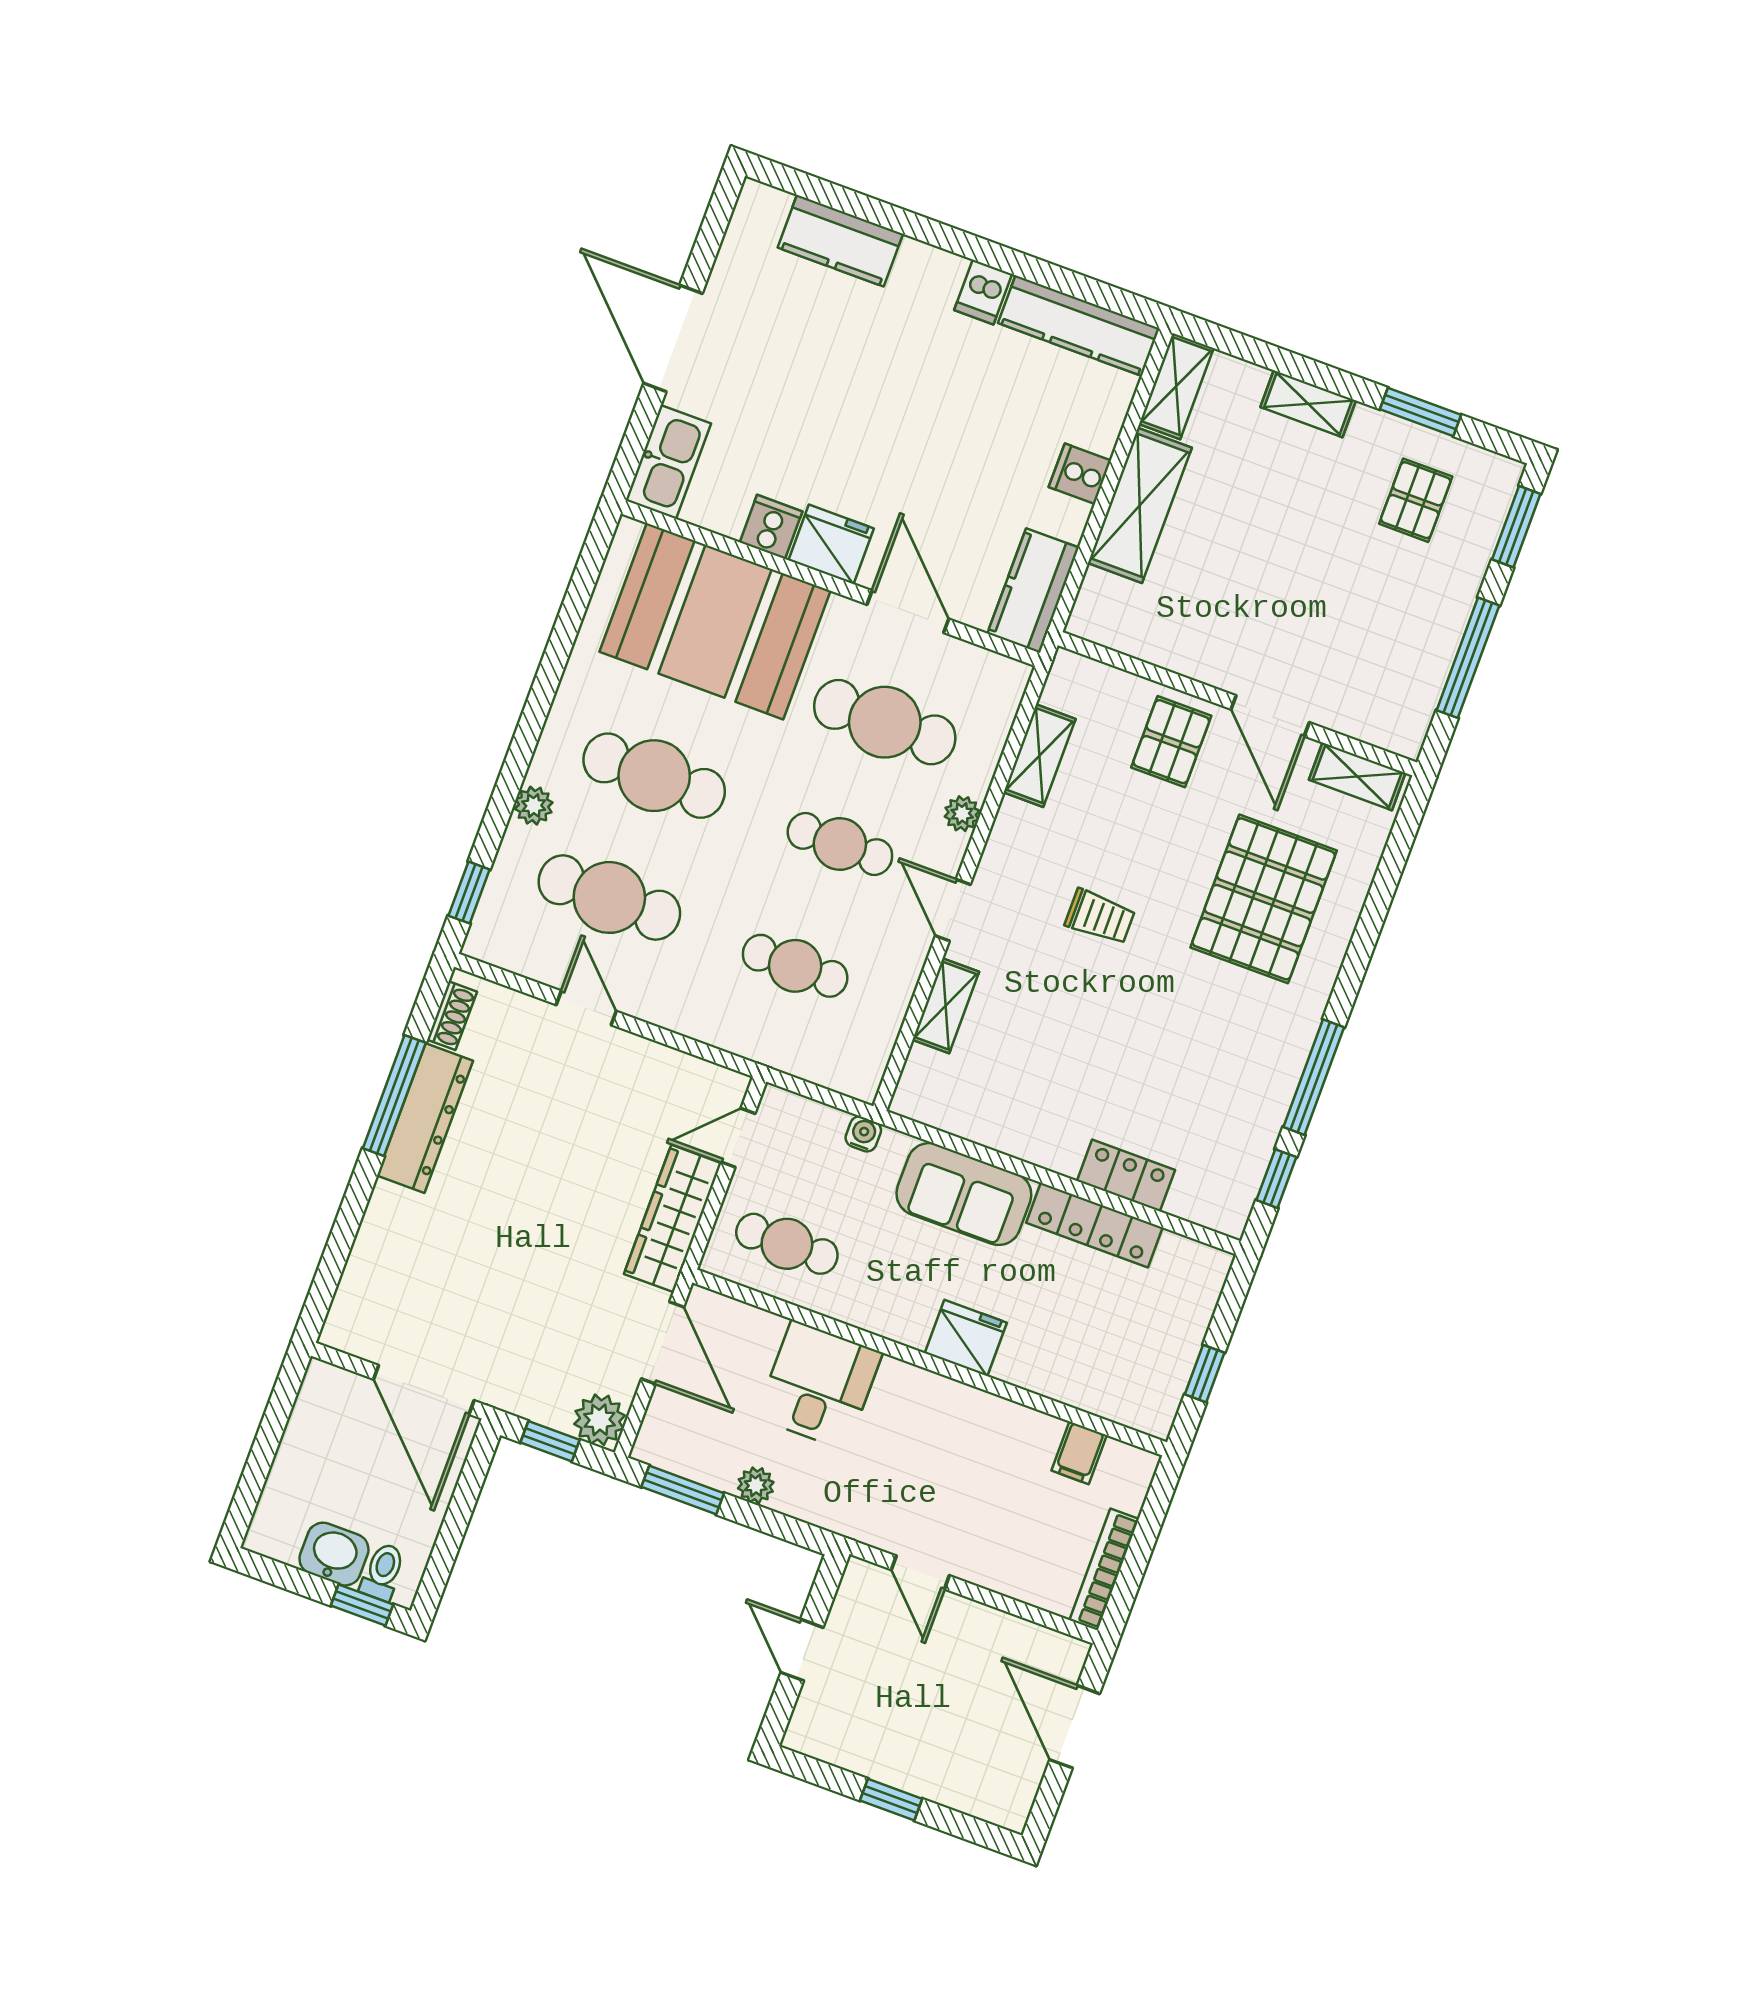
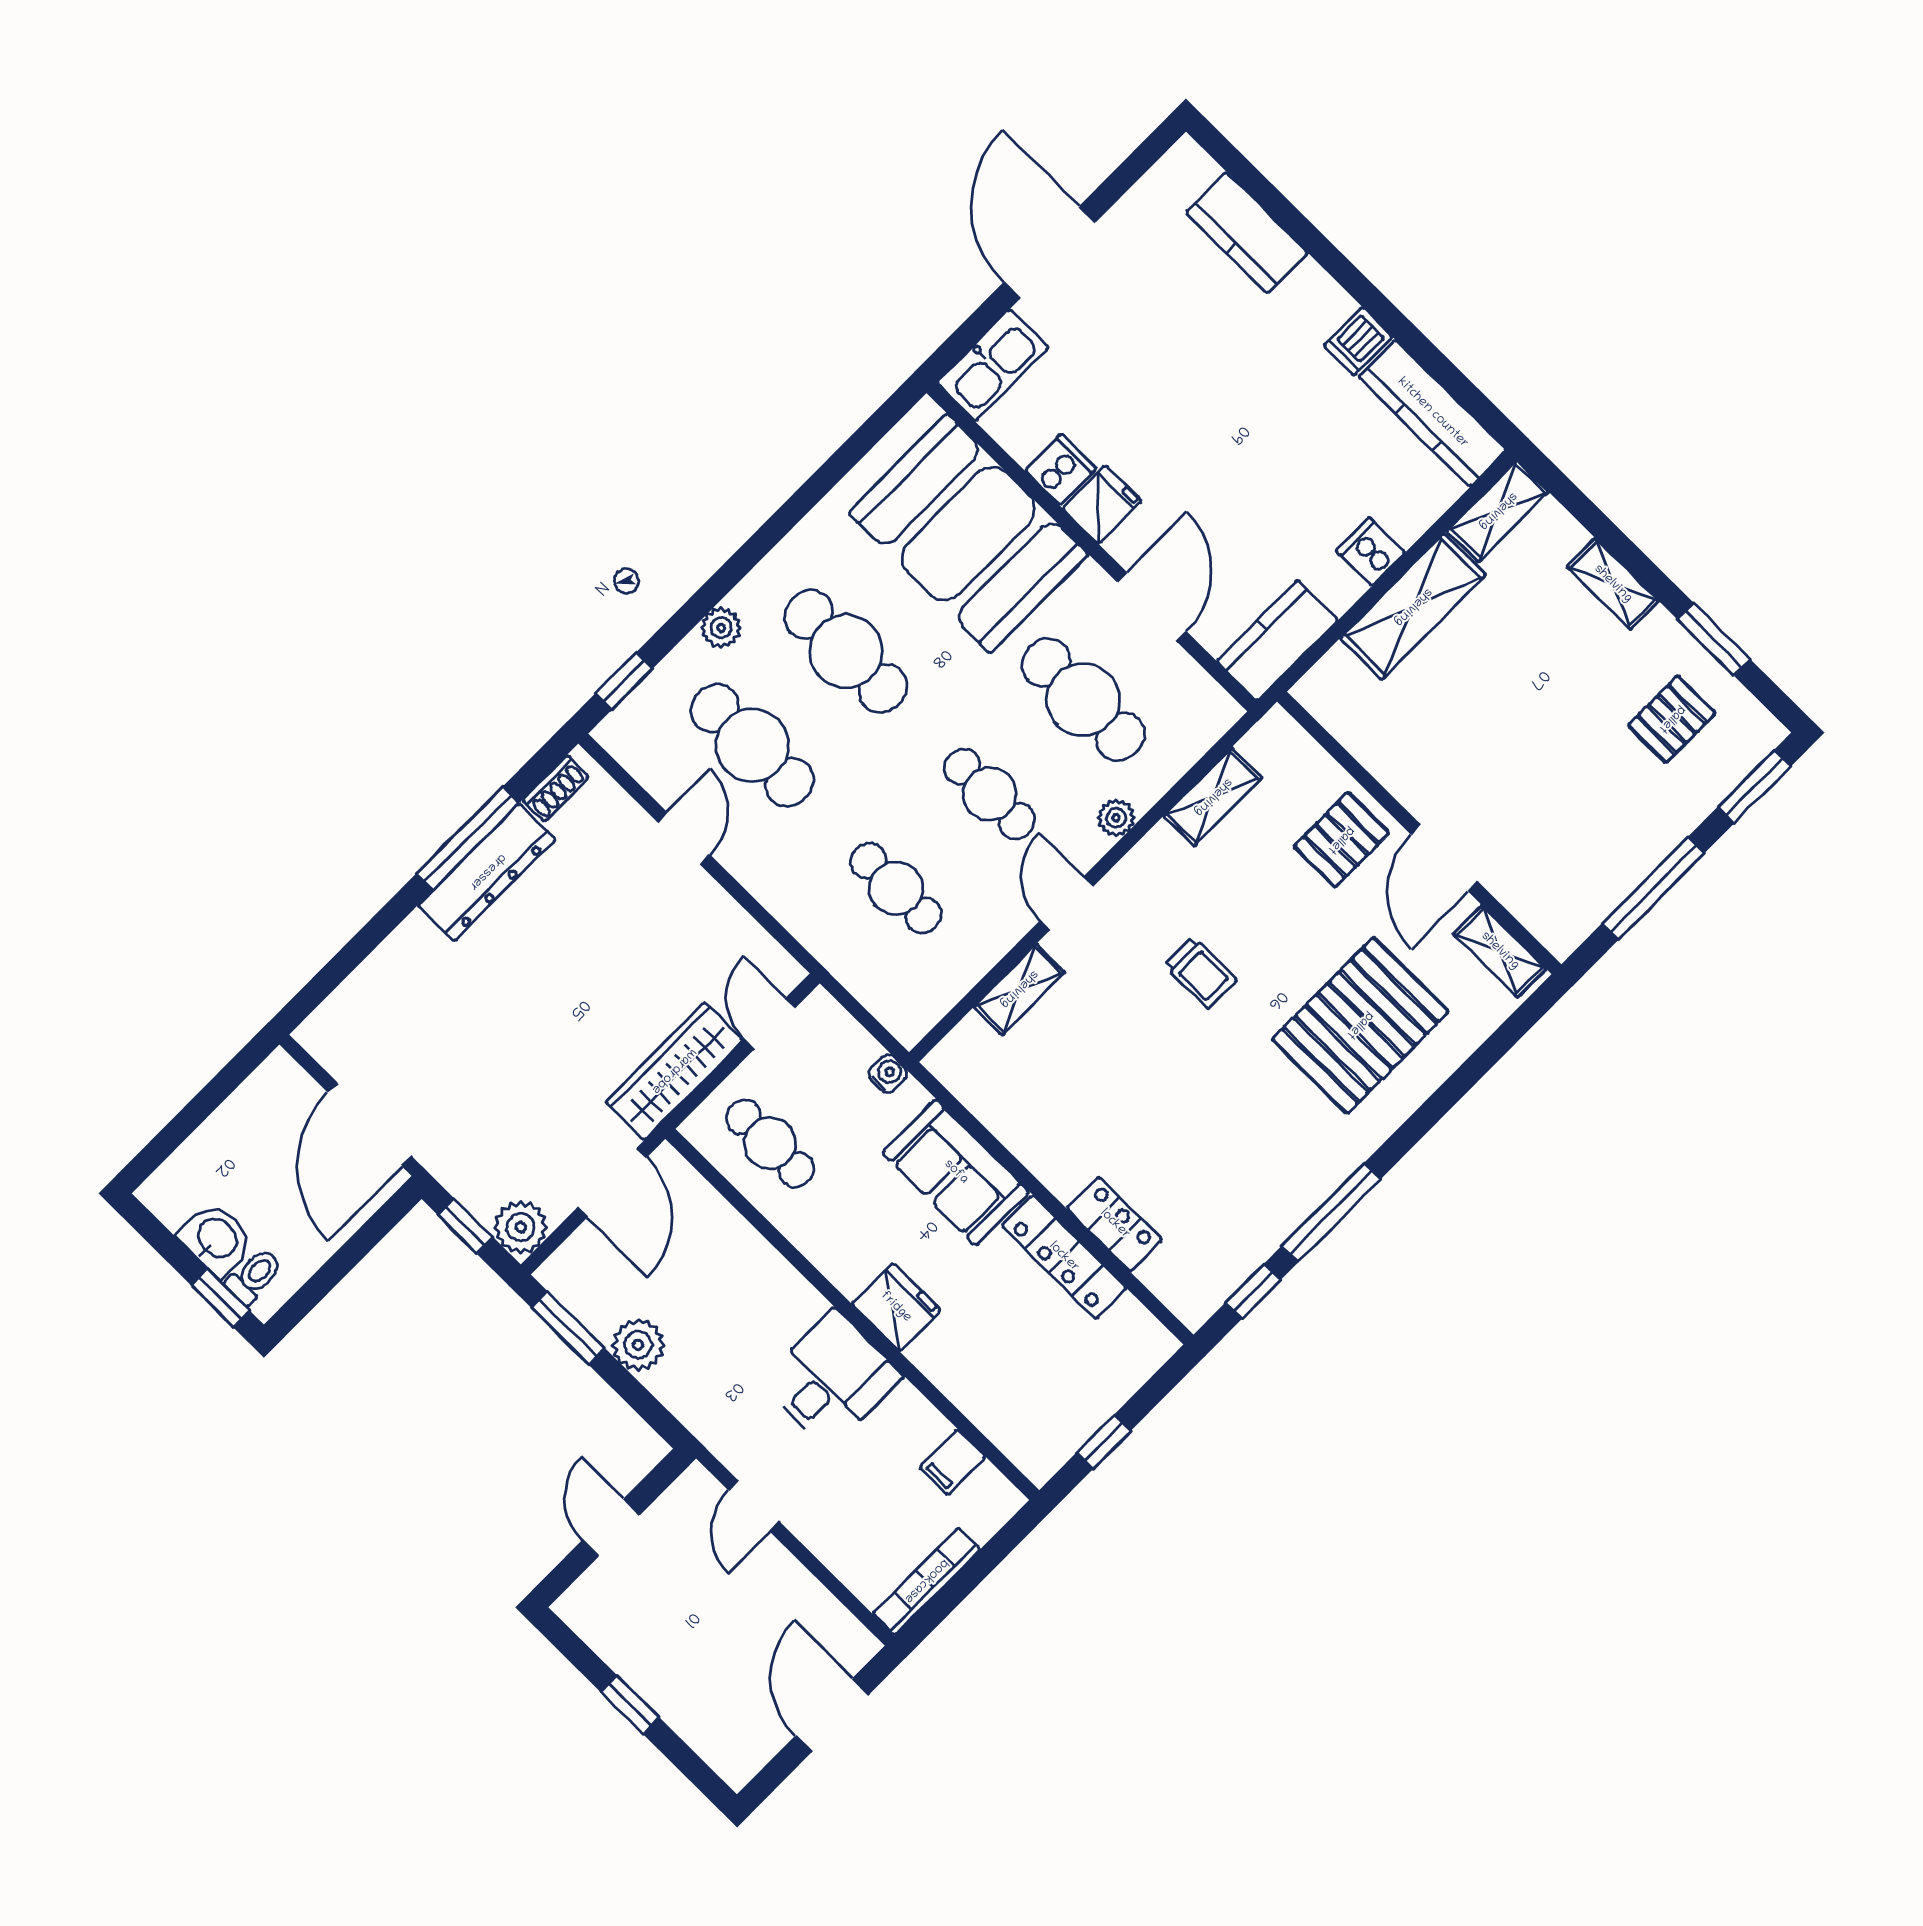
fridge: (831, 544) -> (1102, 504), width x0.72
door: (738, 1138) -> (770, 1024), hinge flipped
desk: (819, 1385) -> (832, 1380), moved
plant: (756, 1485) -> (638, 1345), width x1.38, depth x1.38

